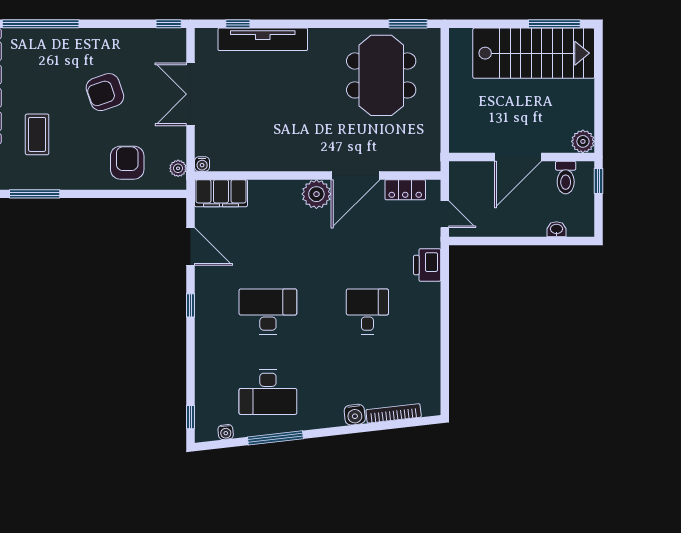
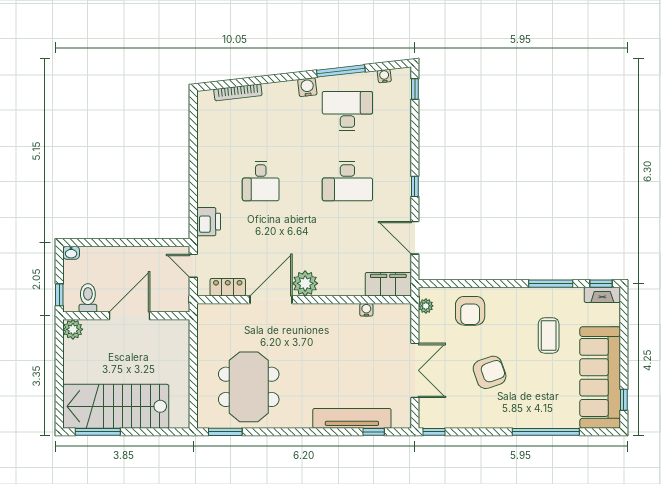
water cooler: (202, 164) -> (366, 310), moved
washbasin: (556, 229) -> (71, 253), moved
water cooler: (355, 415) -> (307, 87), moved

